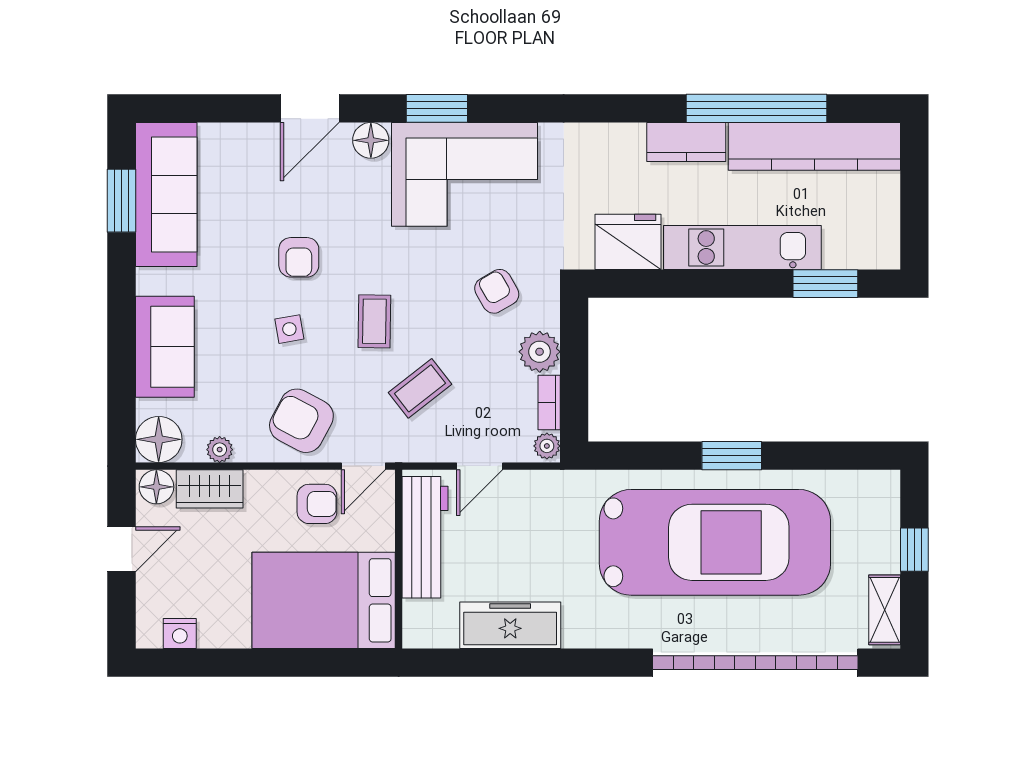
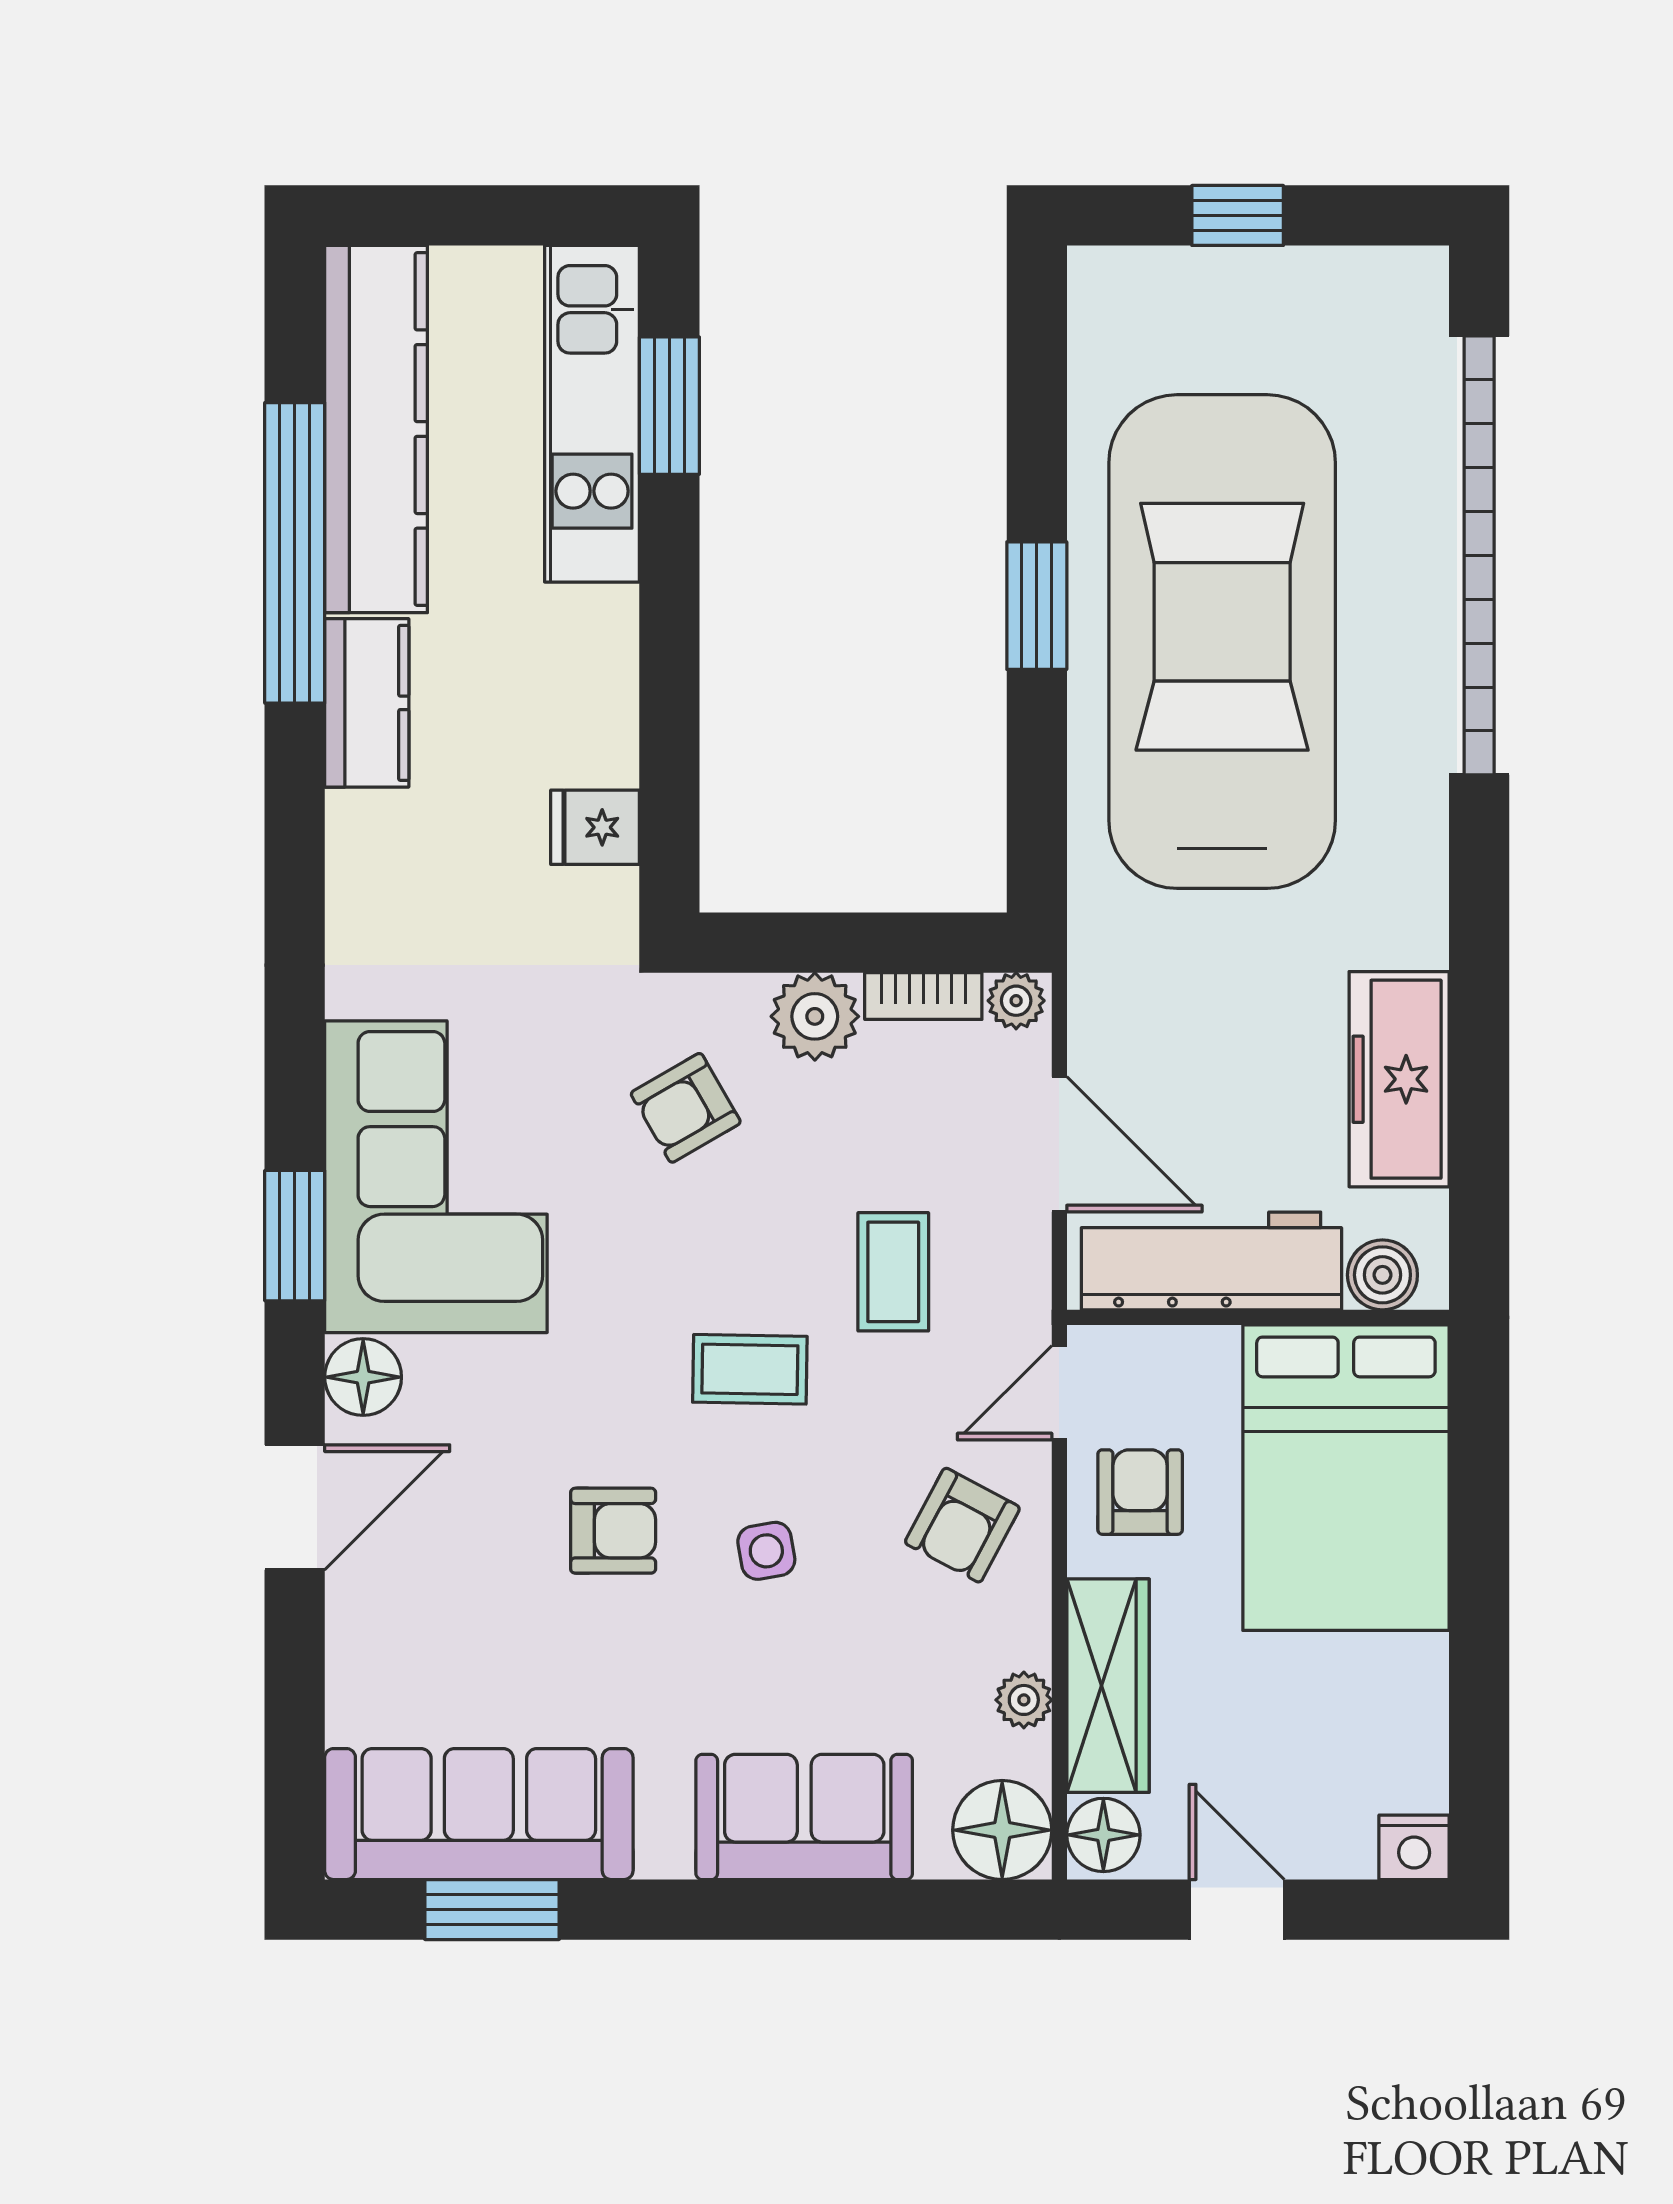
door: (310, 108) -> (295, 1507), hinge flipped
fridge: (628, 242) -> (595, 827), width x0.53, depth x0.75
kitchen unit: (742, 247) -> (592, 414), moved
coffee table: (420, 388) -> (893, 1272), turned 38
armchair: (301, 421) -> (962, 1525), width x0.72, depth x0.72
door: (363, 466) -> (1059, 1393), swing flipped
door: (480, 466) -> (1059, 1144), width x1.38
wardrobe: (210, 489) -> (1108, 1686), width x1.50
shelving: (885, 610) -> (1367, 279), removed
boiler: (419, 617) -> (1382, 1275), added
nightstand: (180, 633) -> (1414, 1847), moved, turned 90

